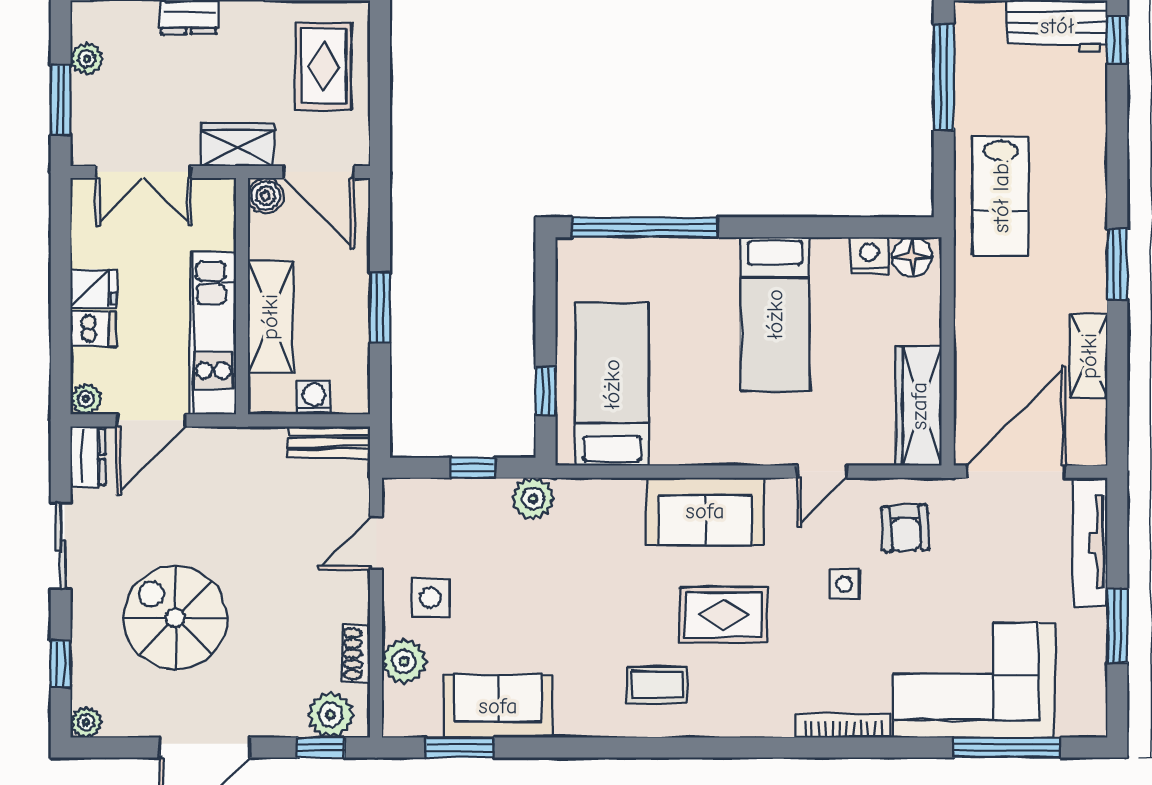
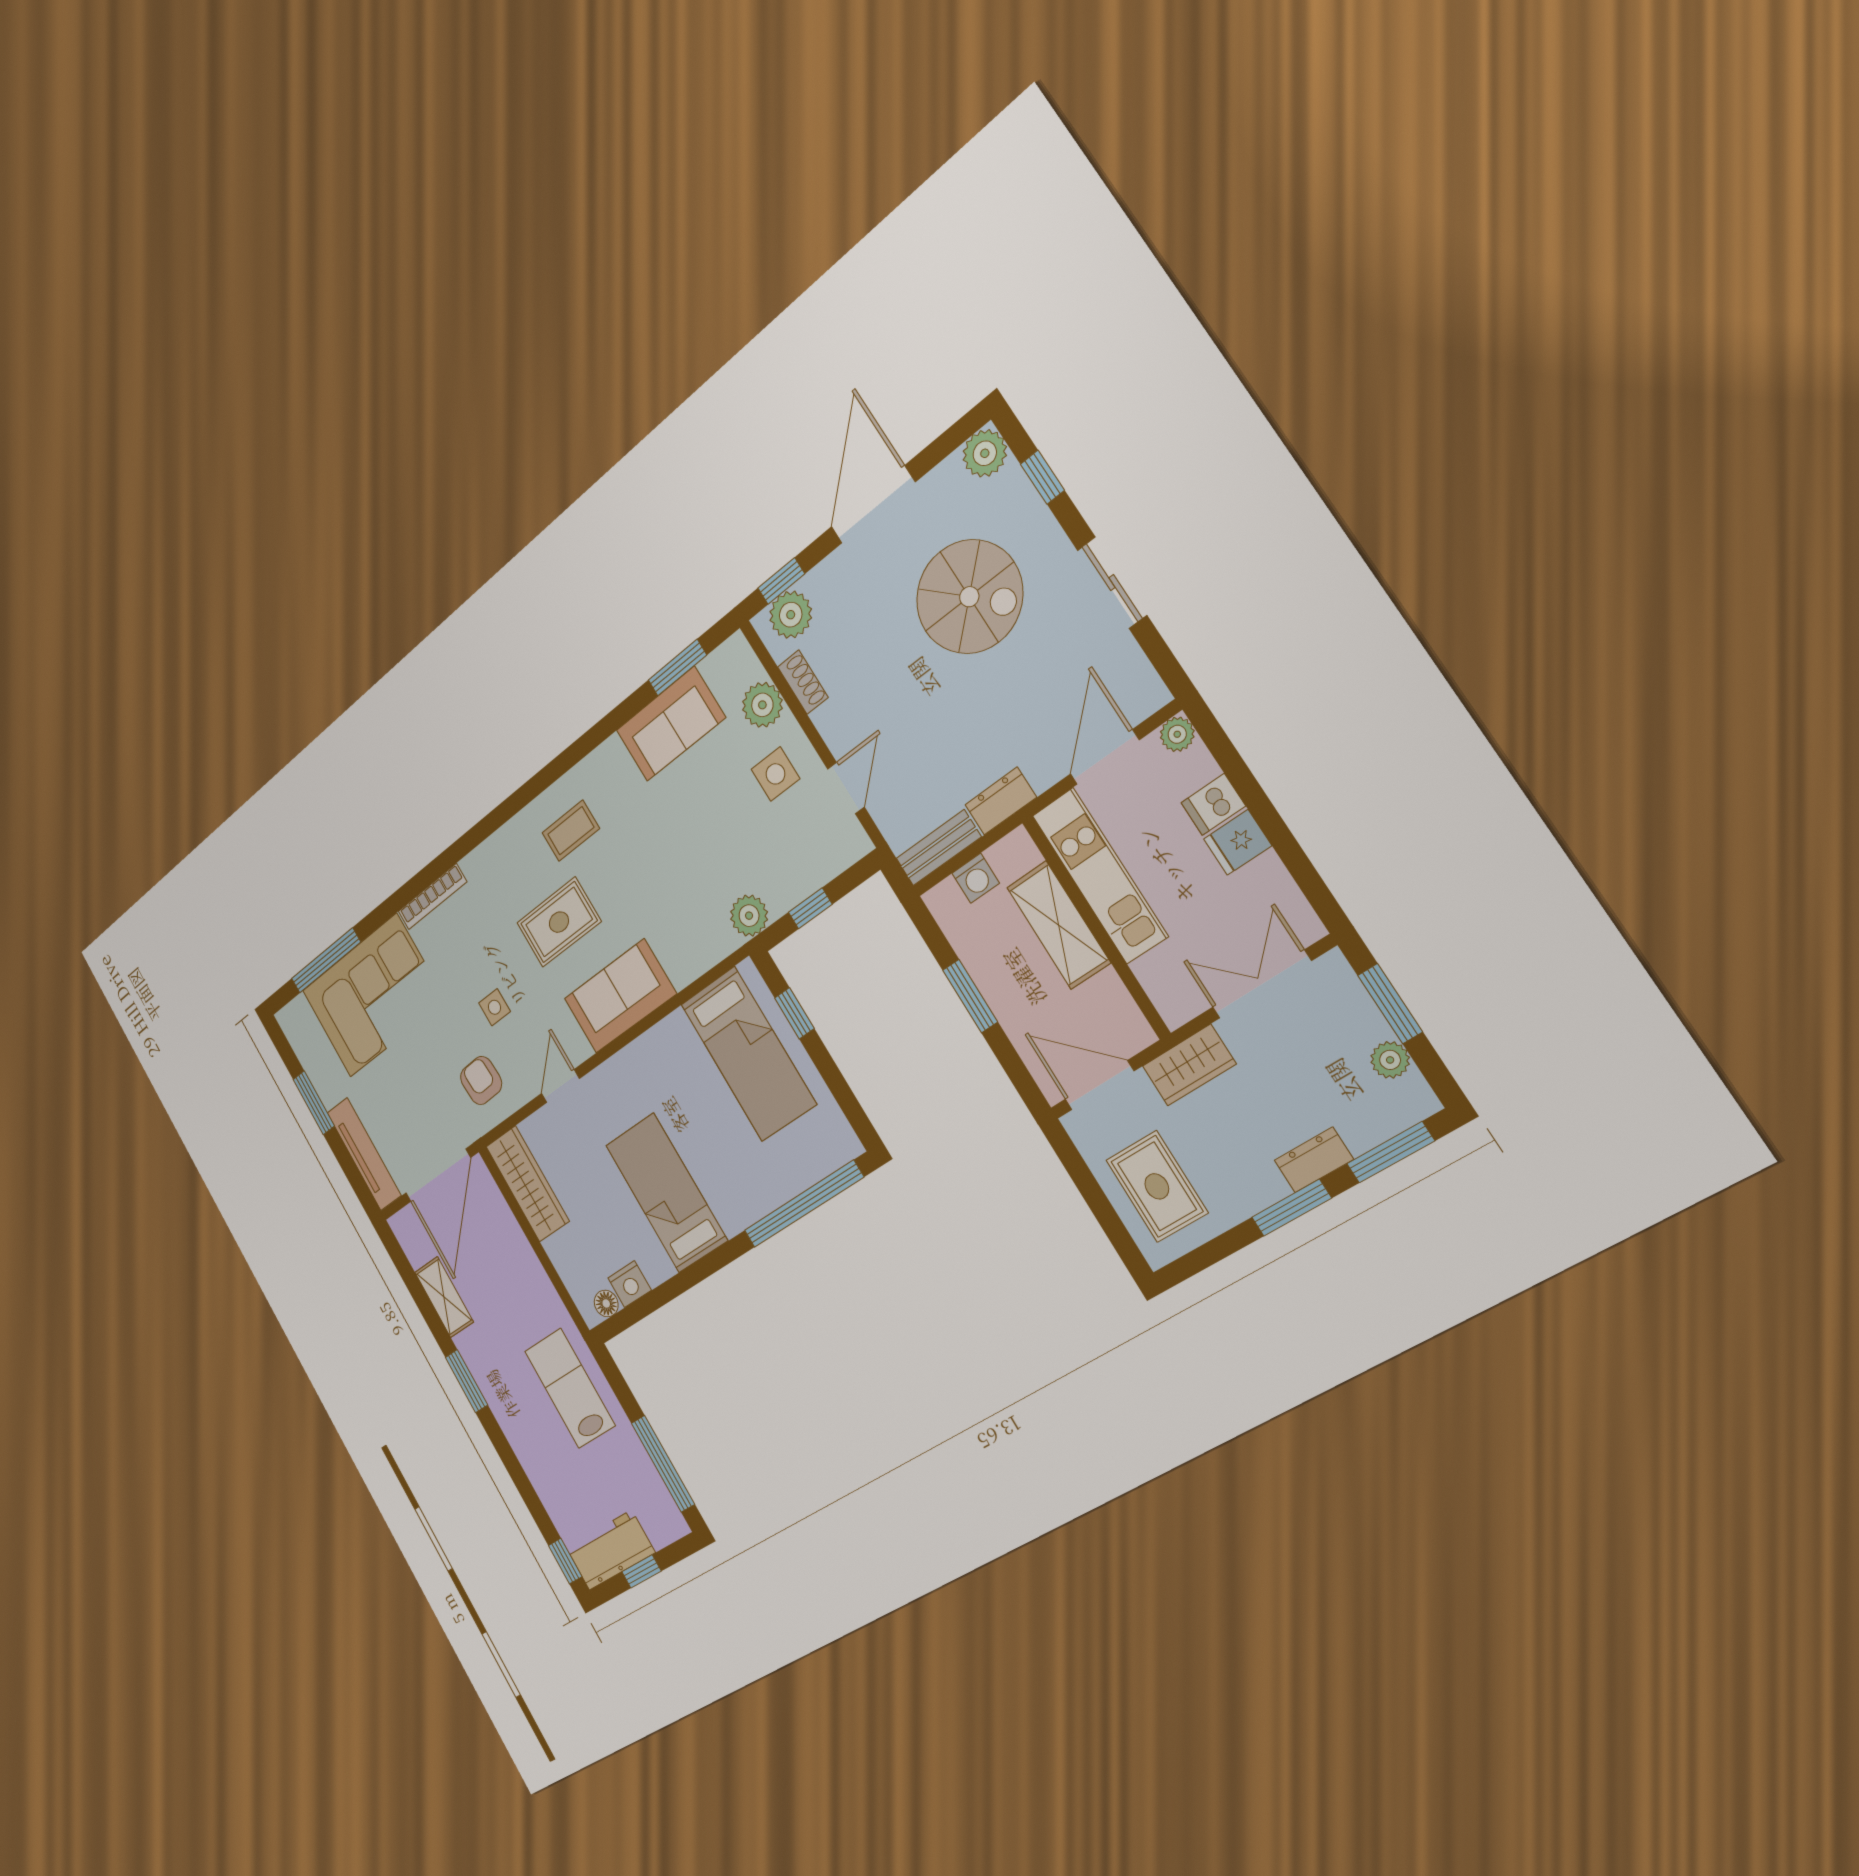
boiler: (266, 196) -> (1133, 1033), removed
floor lamp: (912, 257) -> (606, 1303), width x0.73, depth x0.73
dresser: (88, 457) -> (1001, 801), moved, turned 90
plant: (86, 722) -> (985, 453), width x1.38, depth x1.38

